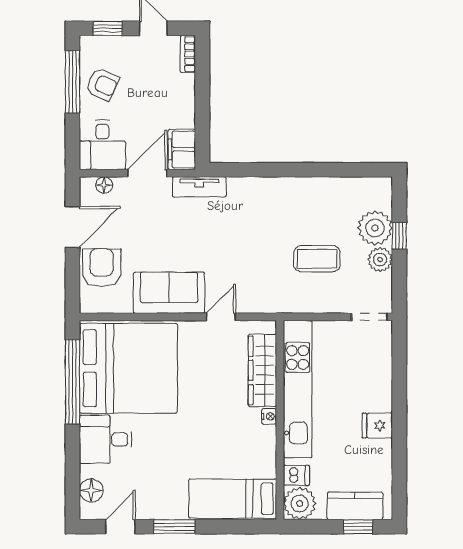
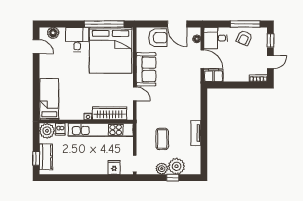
tv unit: (199, 187) -> (196, 133), moved
fridge: (377, 426) -> (114, 167), moved
window: (174, 527) -> (36, 72), removed

